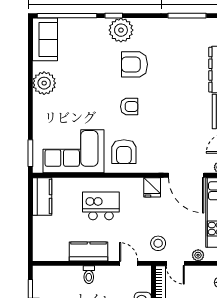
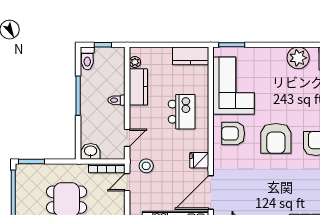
armchair: (129, 107) -> (276, 138), width x1.88, depth x1.88
kitchen counter: (89, 252) -> (138, 87), moved
plant: (198, 255) -> (135, 62), moved

